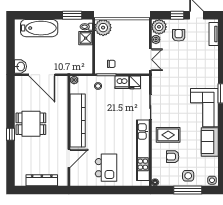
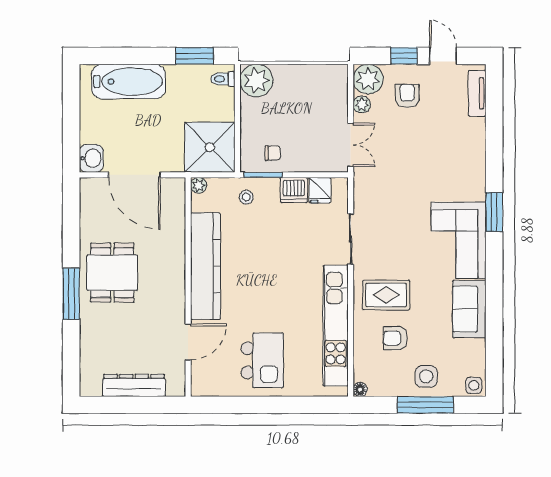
shower: (86, 38) -> (210, 147), moved, width x1.86, depth x1.86
dining table: (31, 124) -> (112, 273), turned 90
window: (10, 134) -> (71, 294), width x2.17

